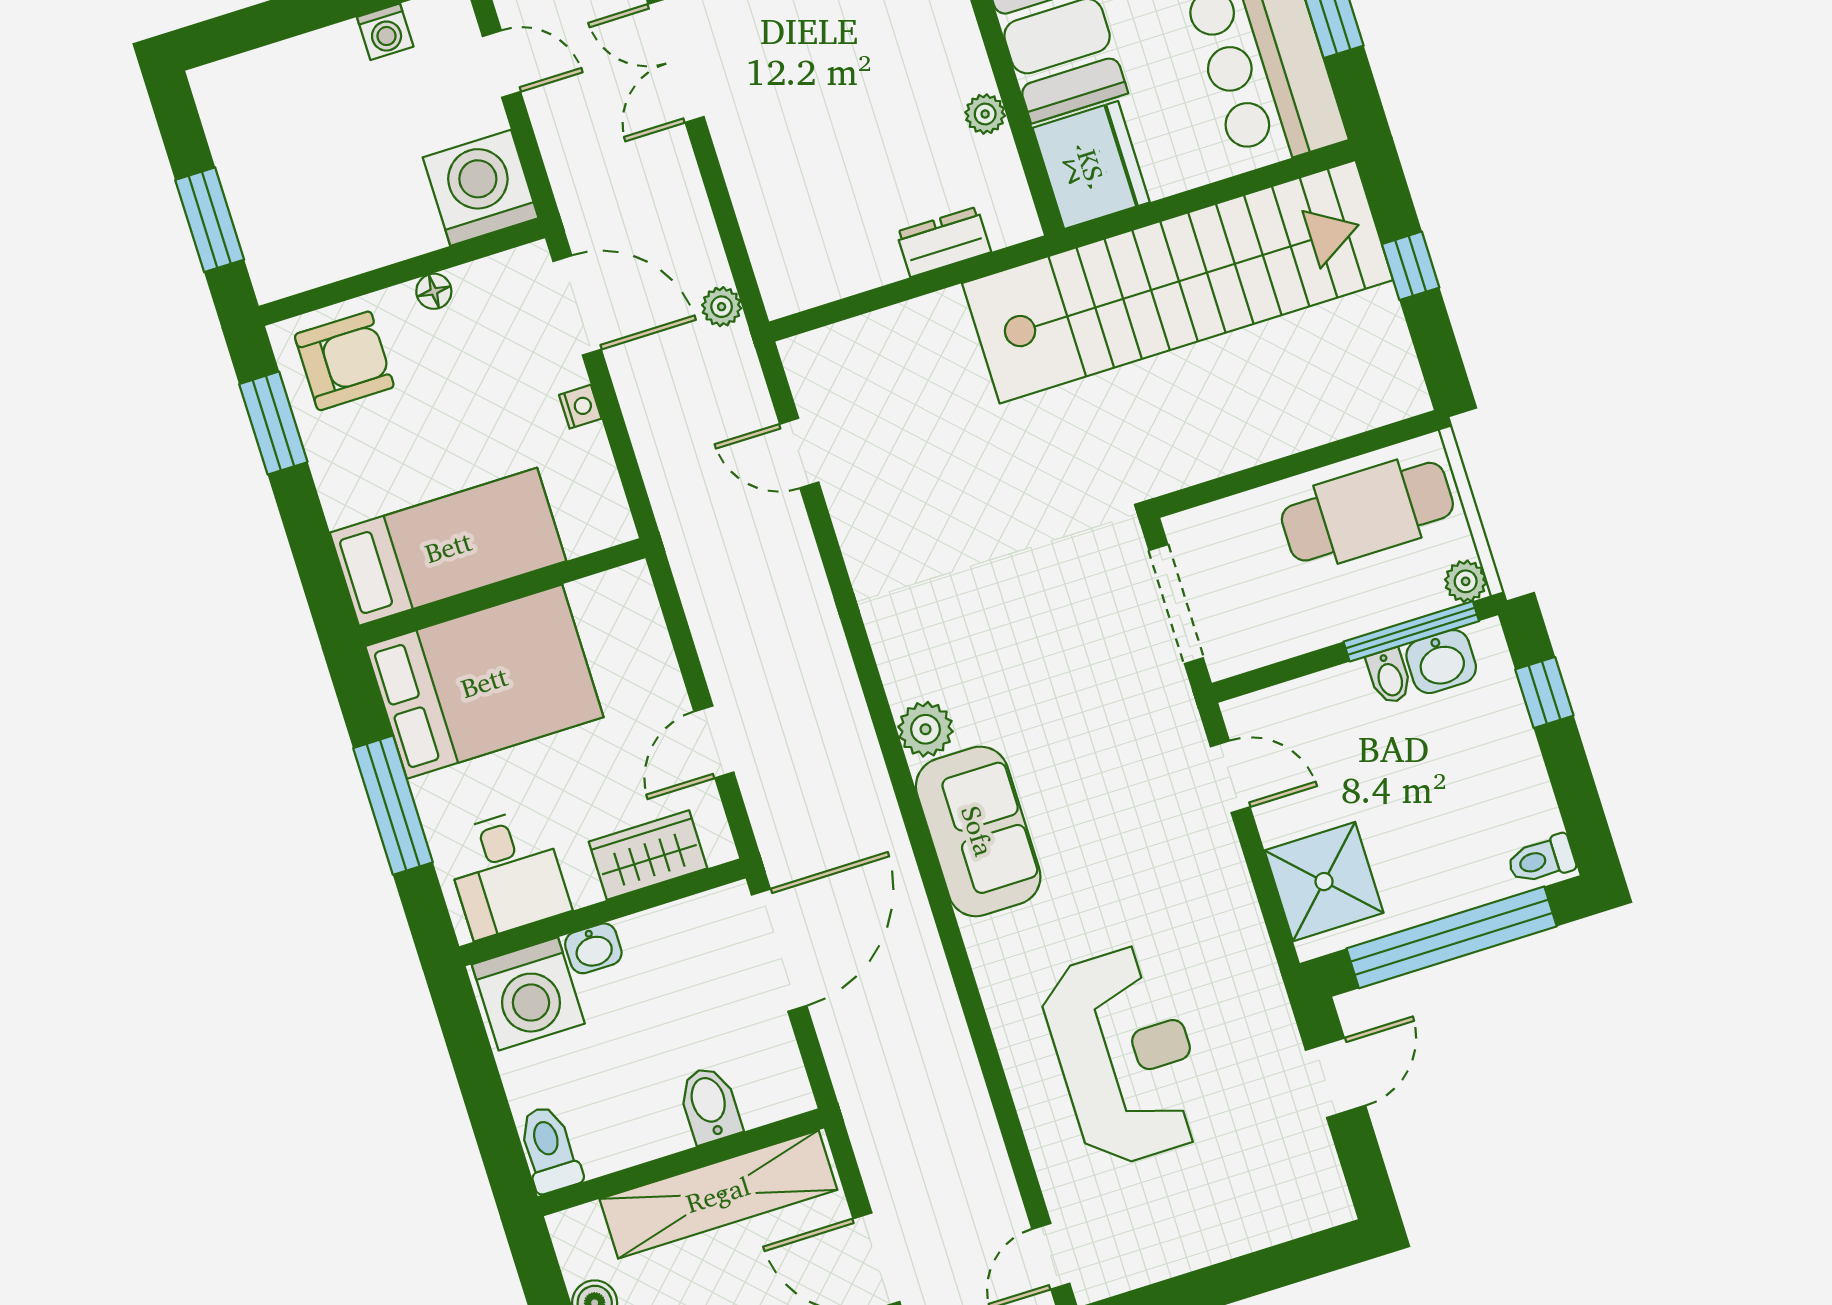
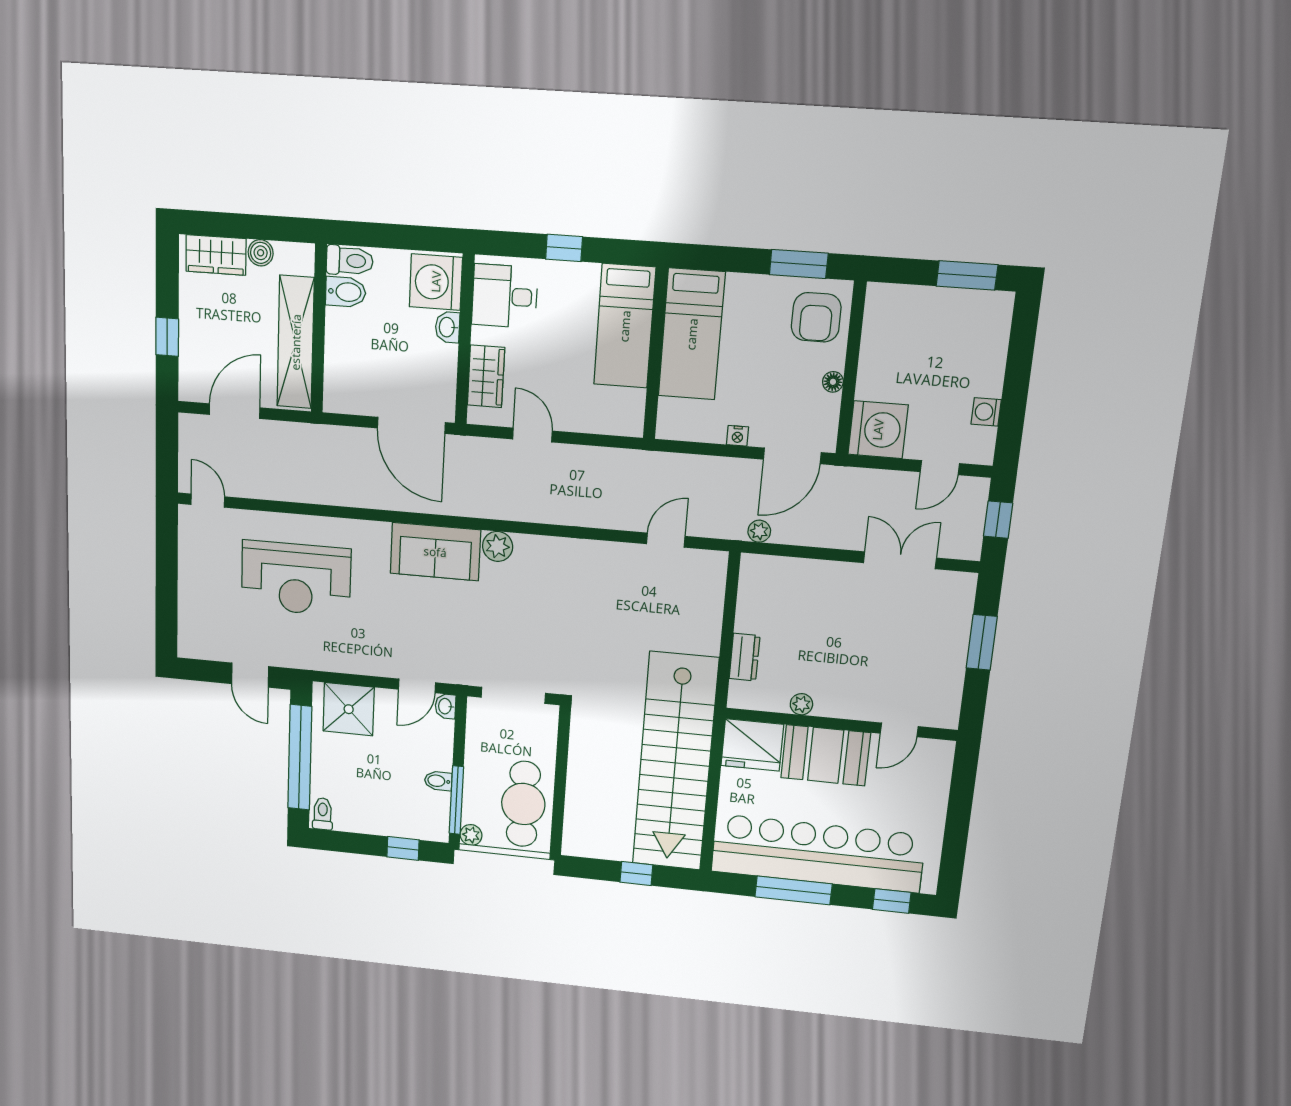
window: (210, 220) -> (967, 275), moved
washbasin: (1441, 662) -> (445, 706), moved, width x0.72, depth x0.69
bed: (484, 682) -> (625, 326), width x0.67
window: (393, 805) -> (564, 248), width x0.46
bidet: (710, 1105) -> (346, 292), moved

